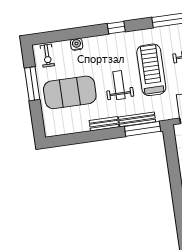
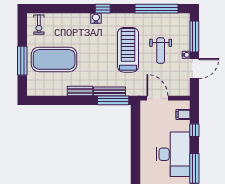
water cooler: (77, 44) -> (96, 18), moved
window: (32, 84) -> (22, 61), moved
weight bench: (119, 85) -> (98, 59), removed

